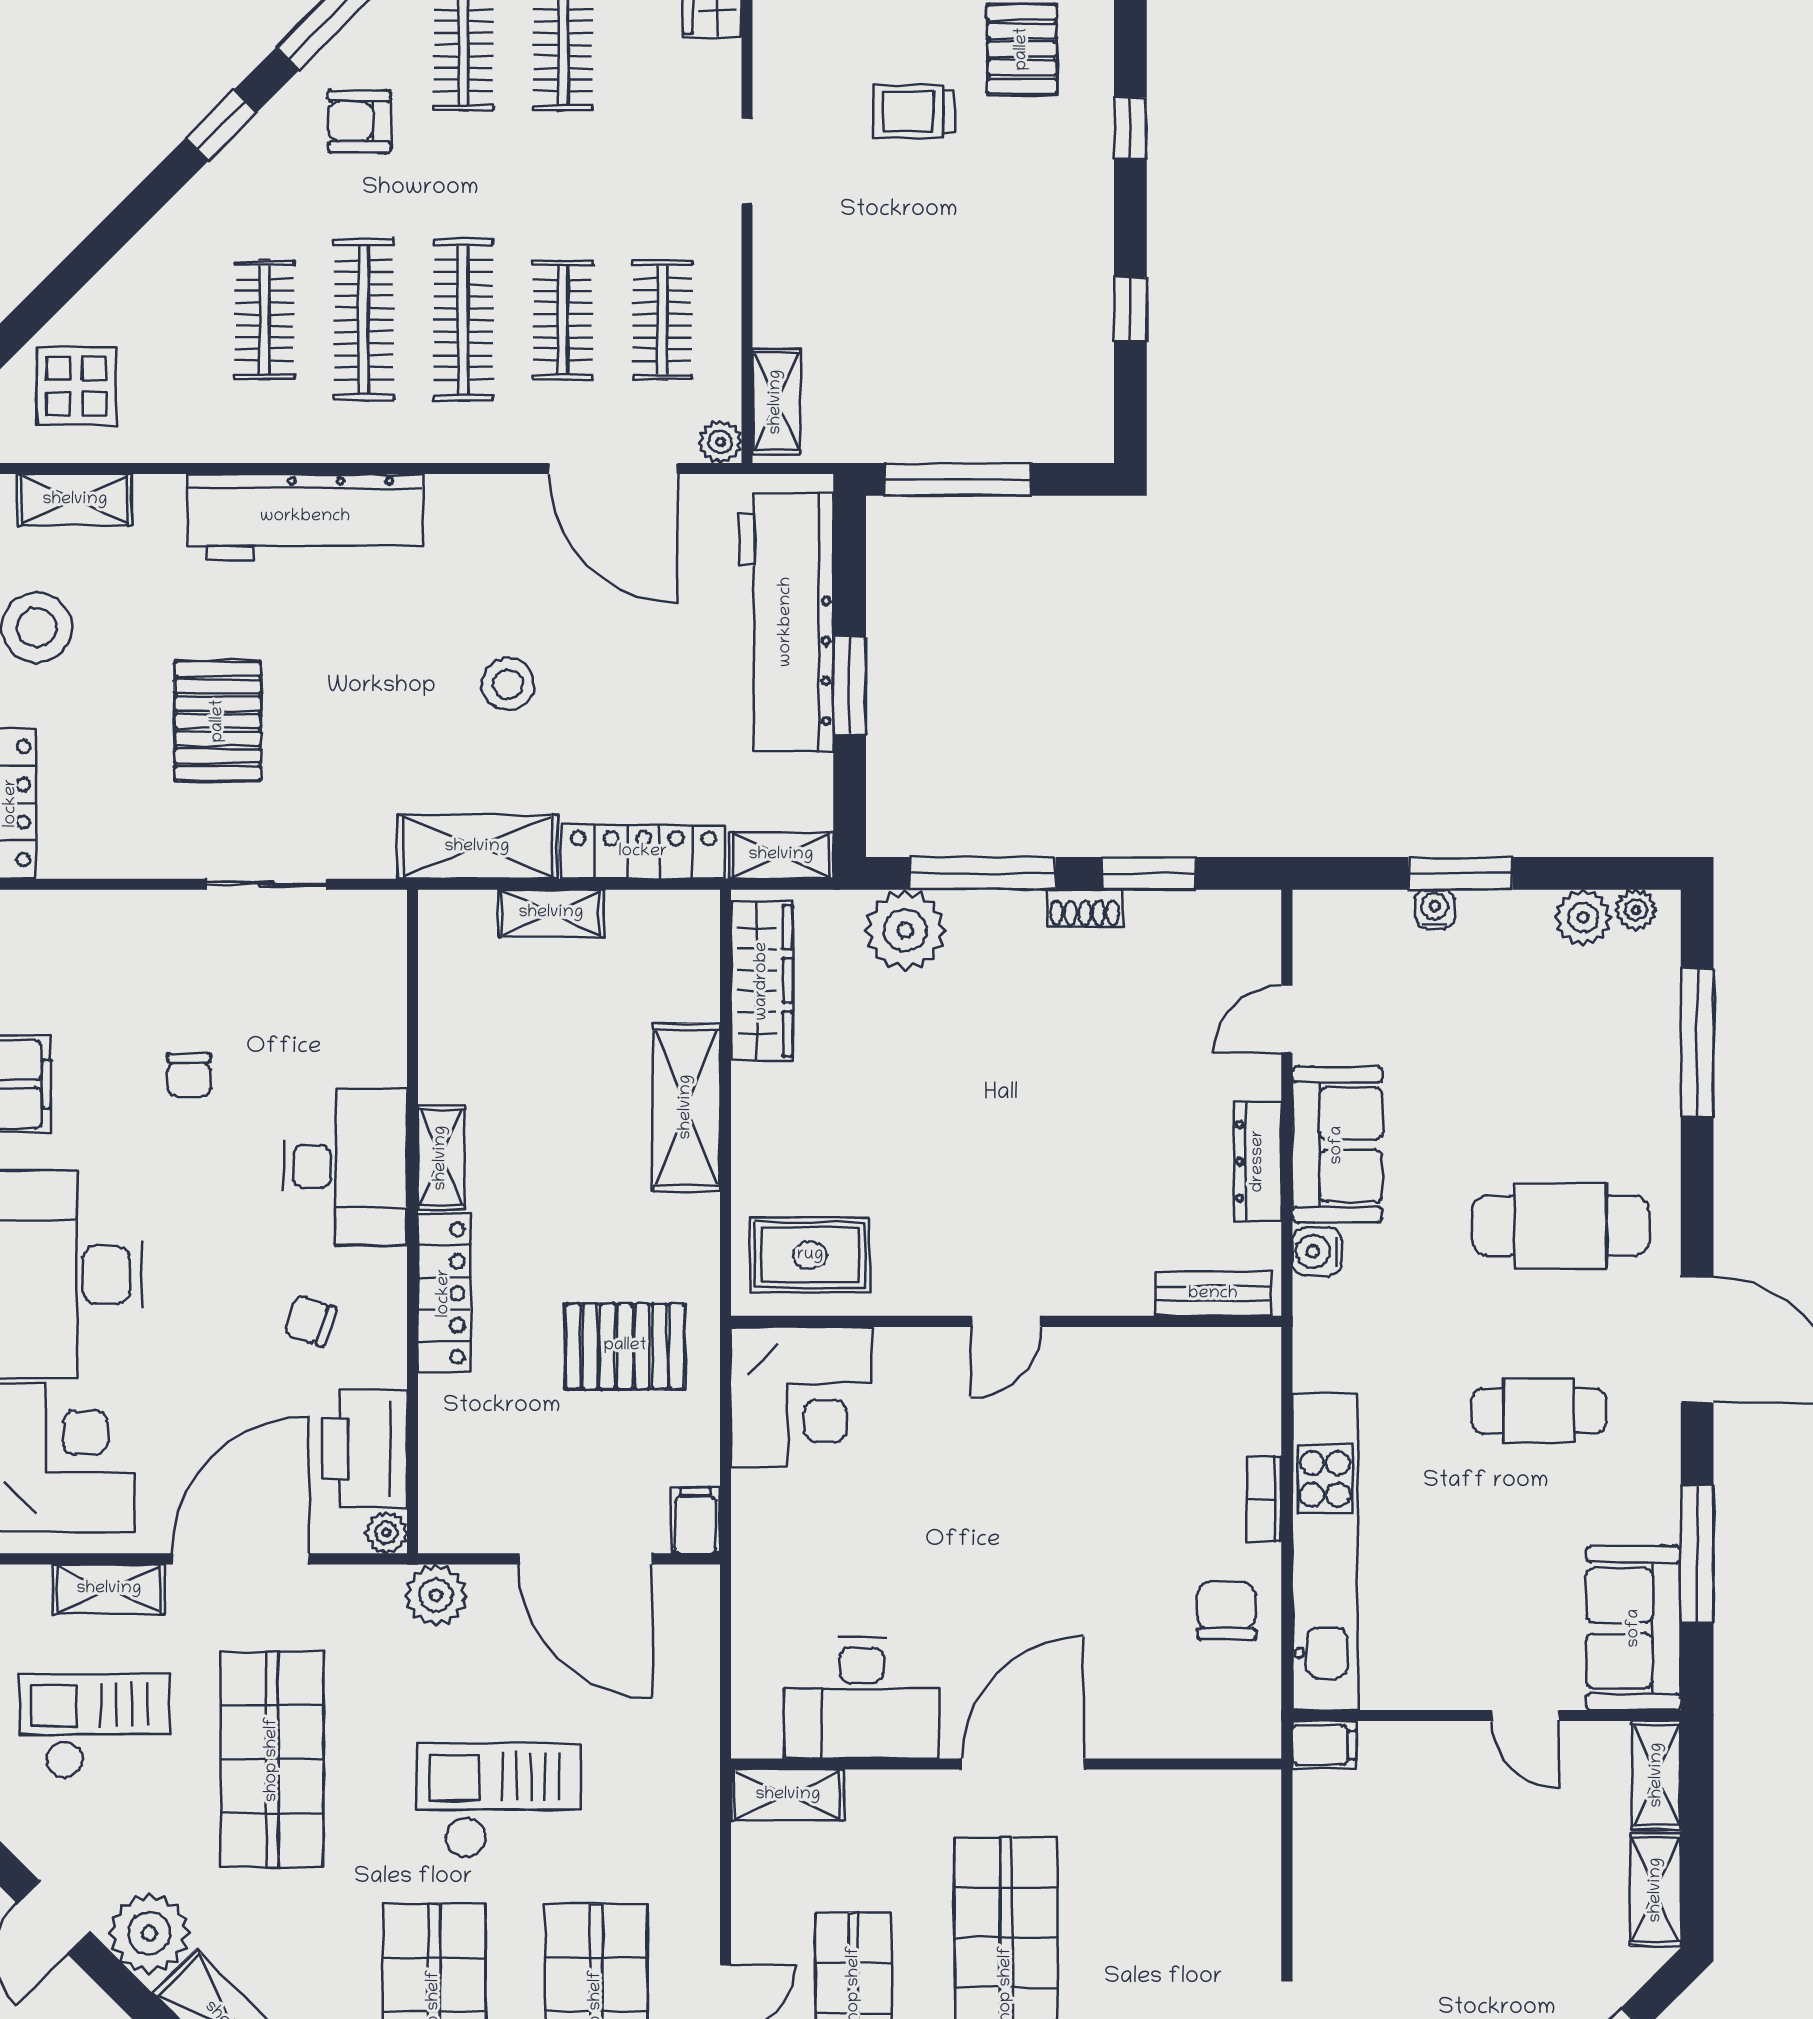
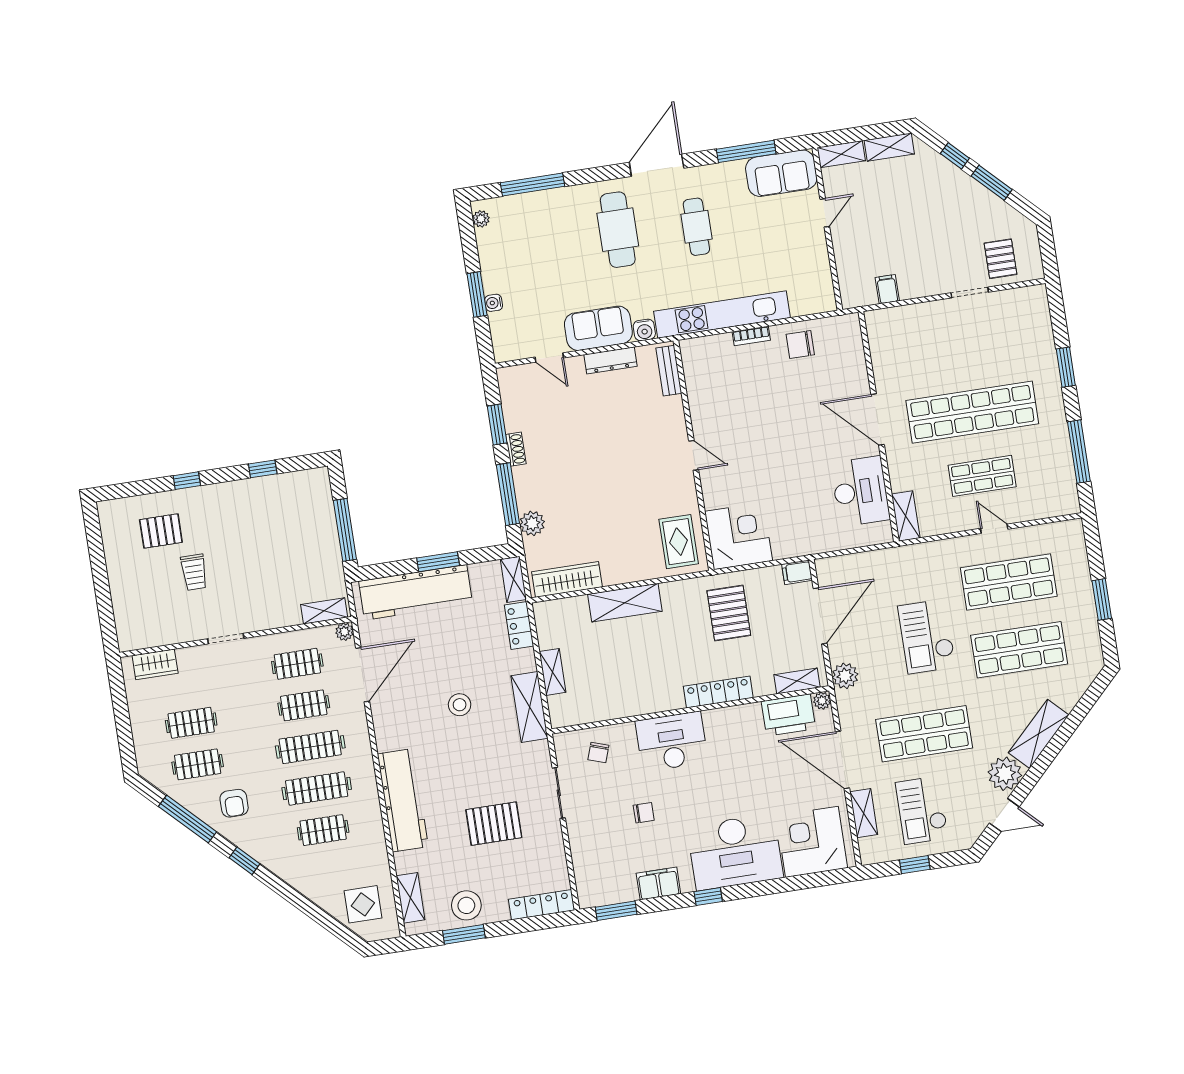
locker: (643, 852) -> (519, 625), width x0.66
plant: (1583, 918) -> (488, 240), removed
plant: (905, 930) -> (532, 523), width x0.73, depth x0.73
shelving: (441, 1158) -> (797, 681), moved
chair: (310, 1321) -> (598, 753), moved
kitchen unit: (1325, 1552) -> (722, 314), moved
filing cabinet: (1324, 1745) -> (887, 289), moved

